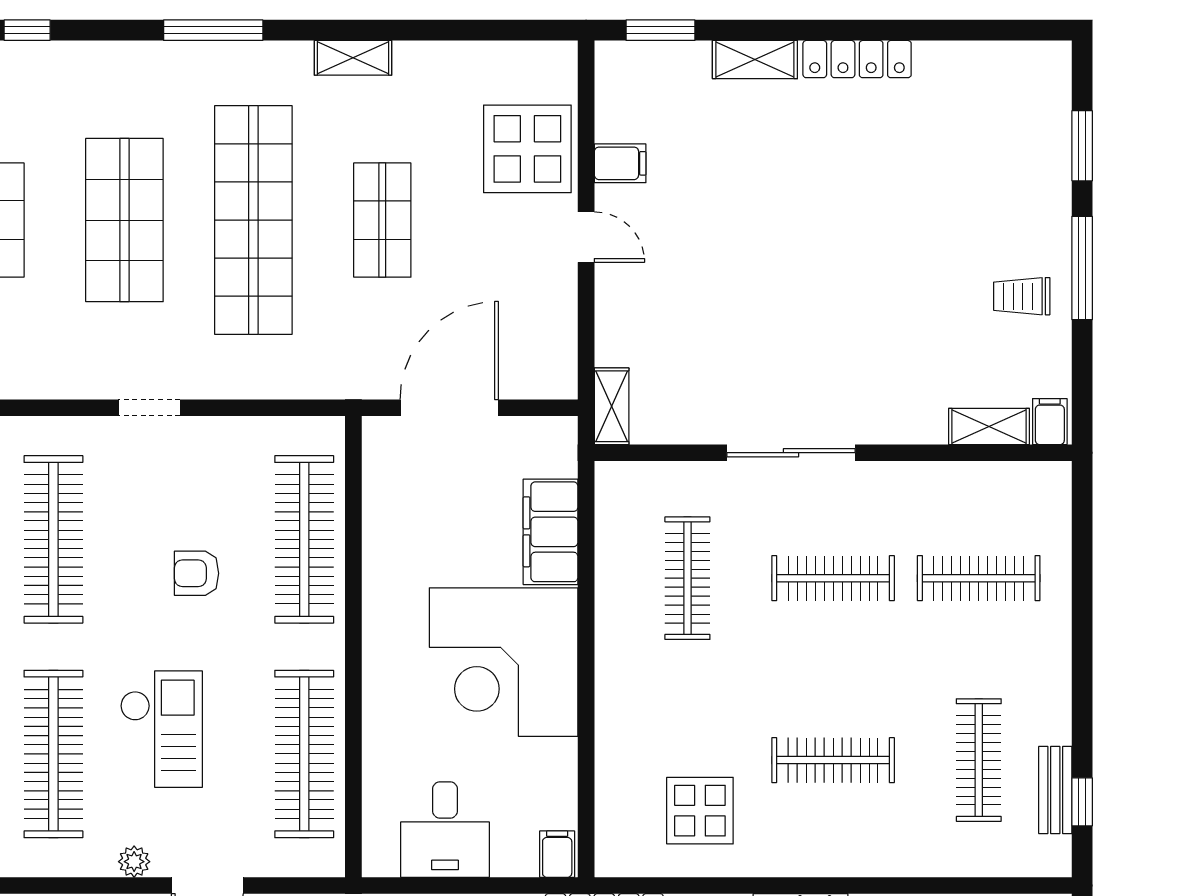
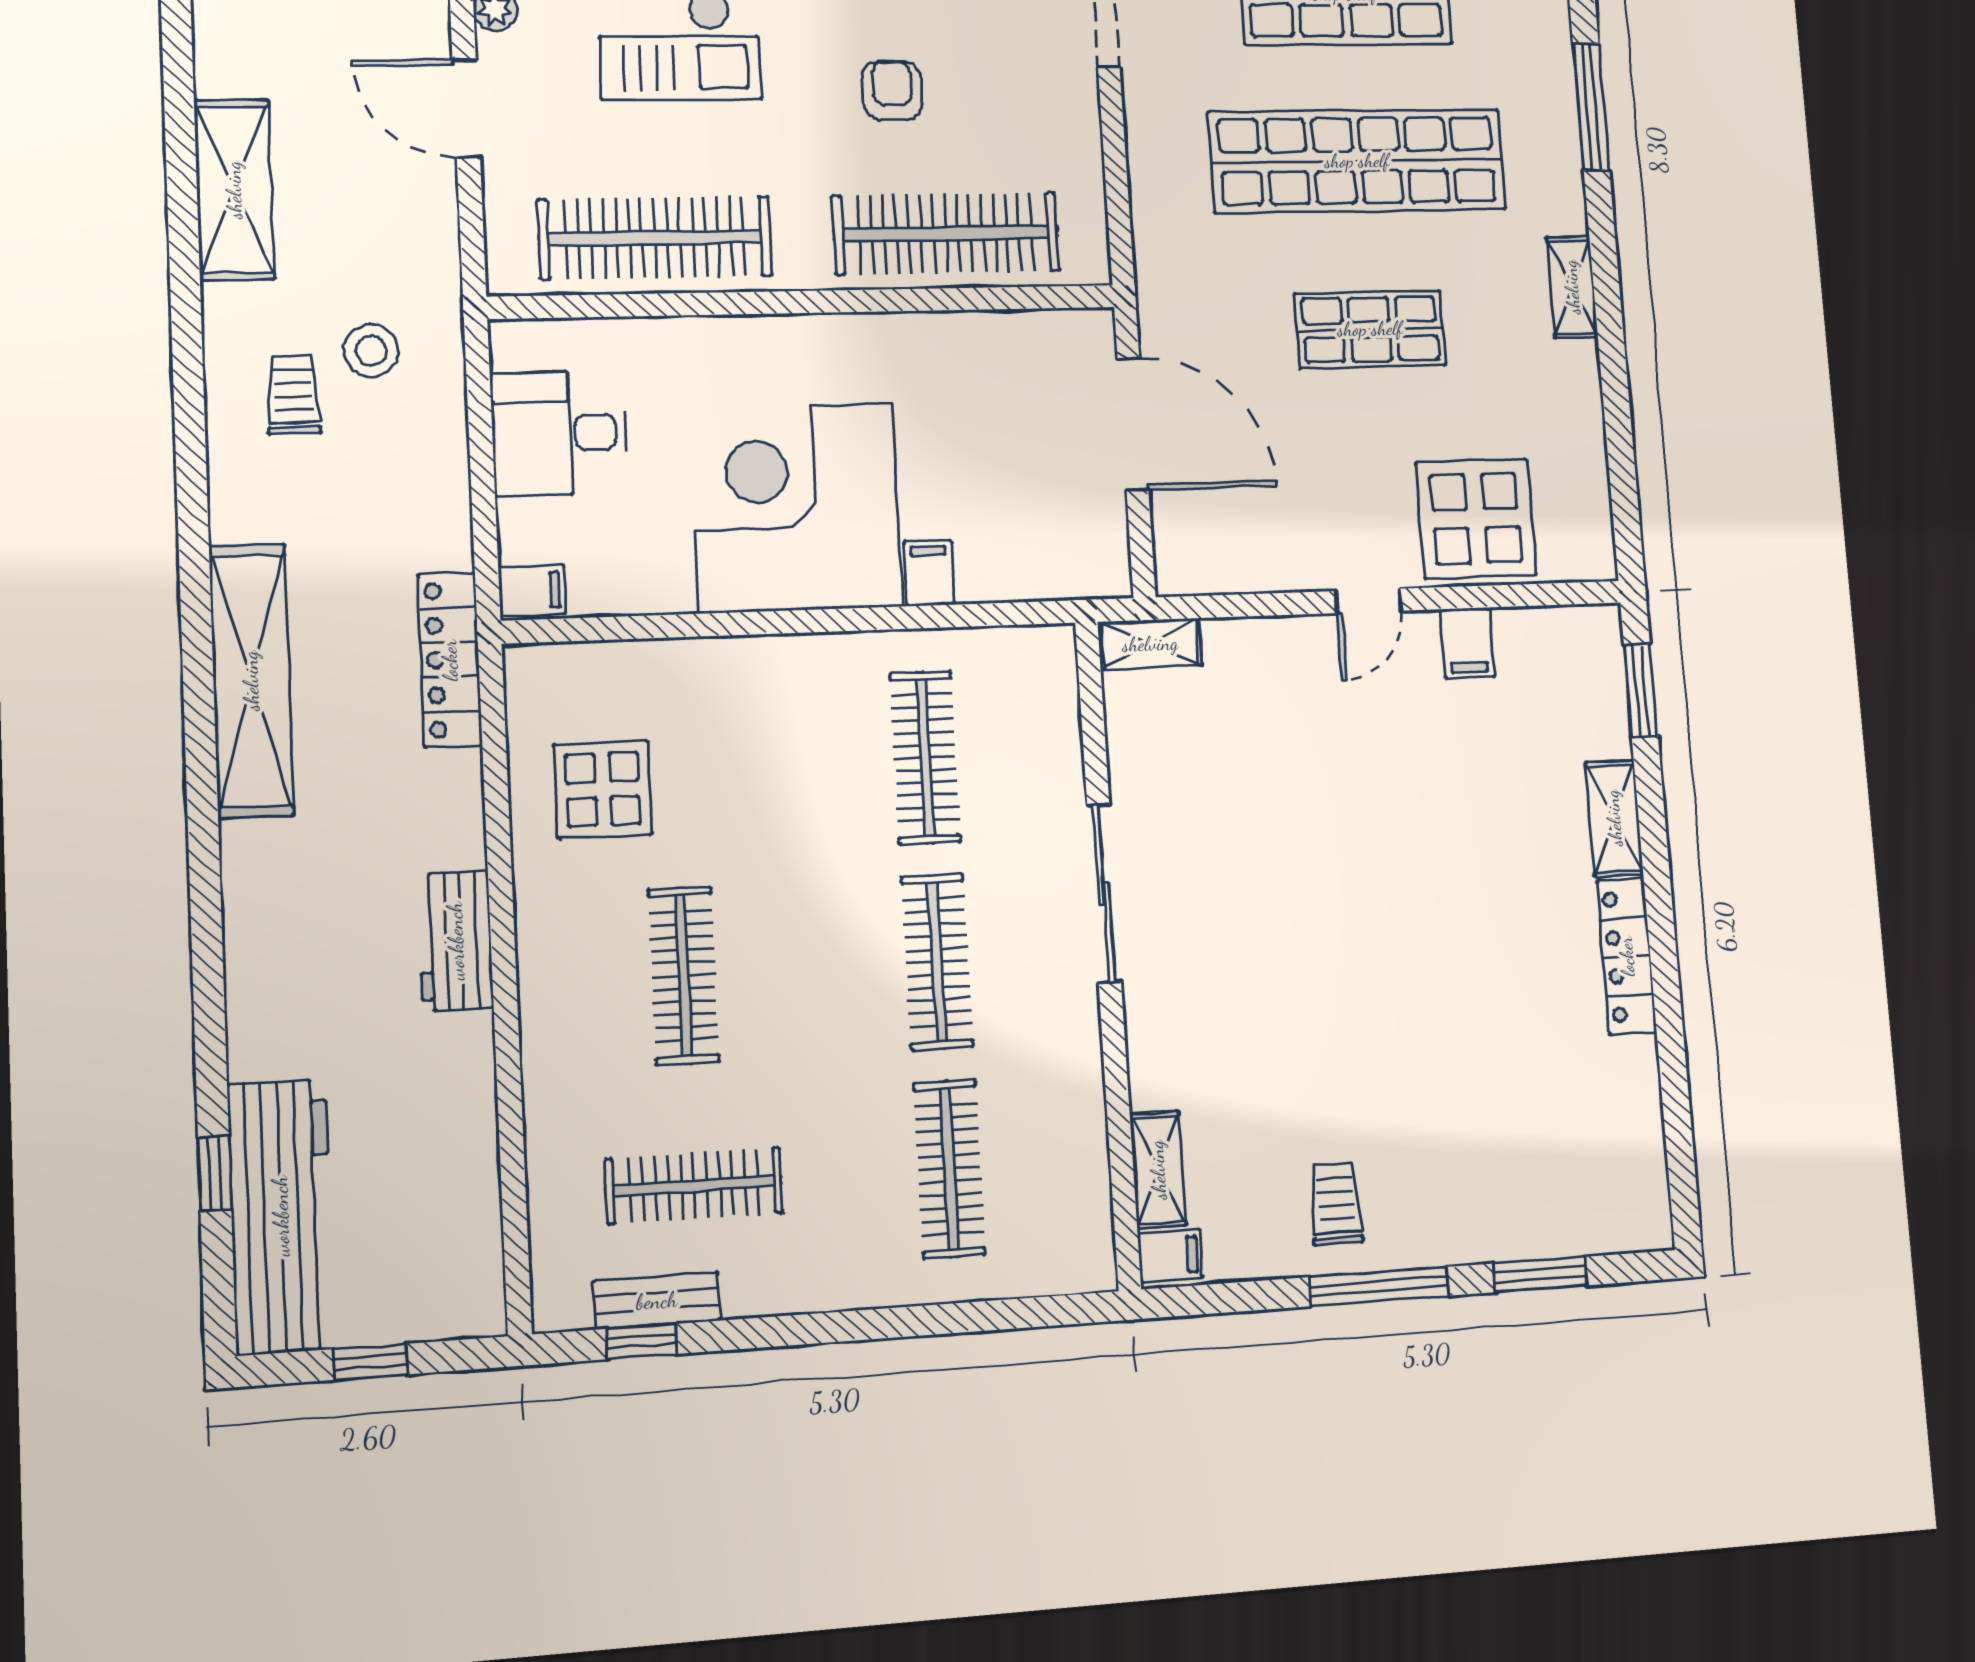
filing cabinet: (551, 532) -> (929, 573), width x0.33, depth x0.86
clothes rail: (687, 578) -> (925, 758), turned 90

